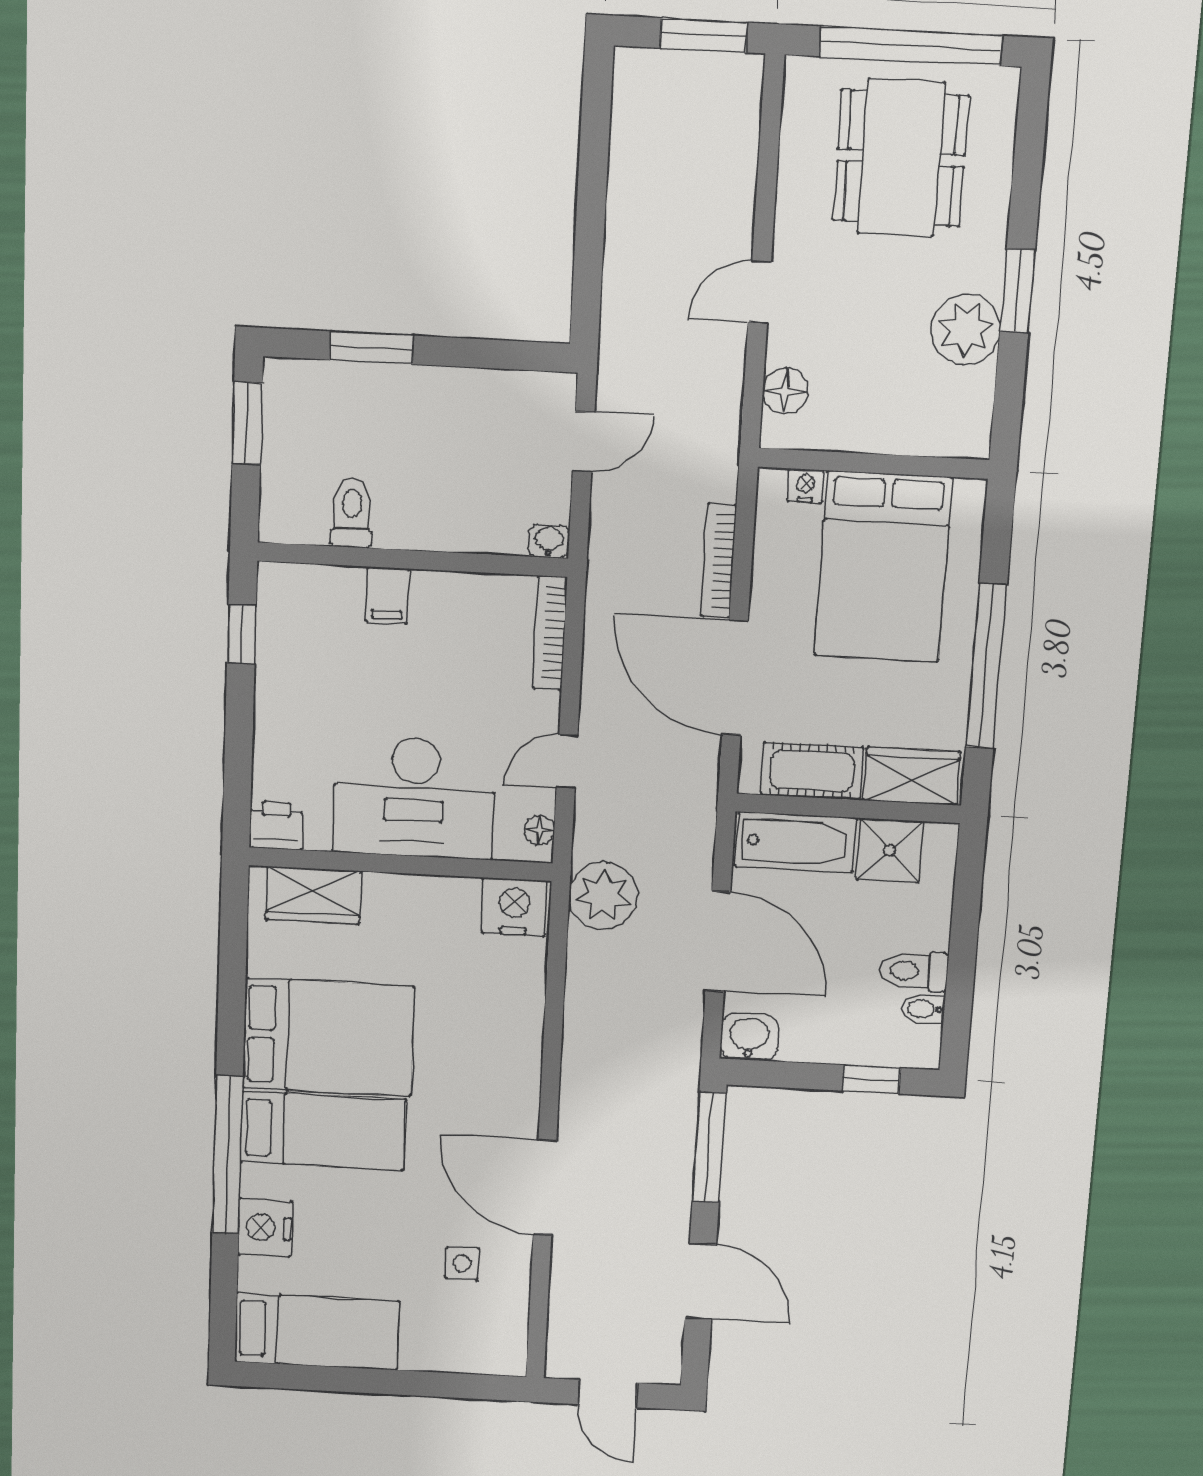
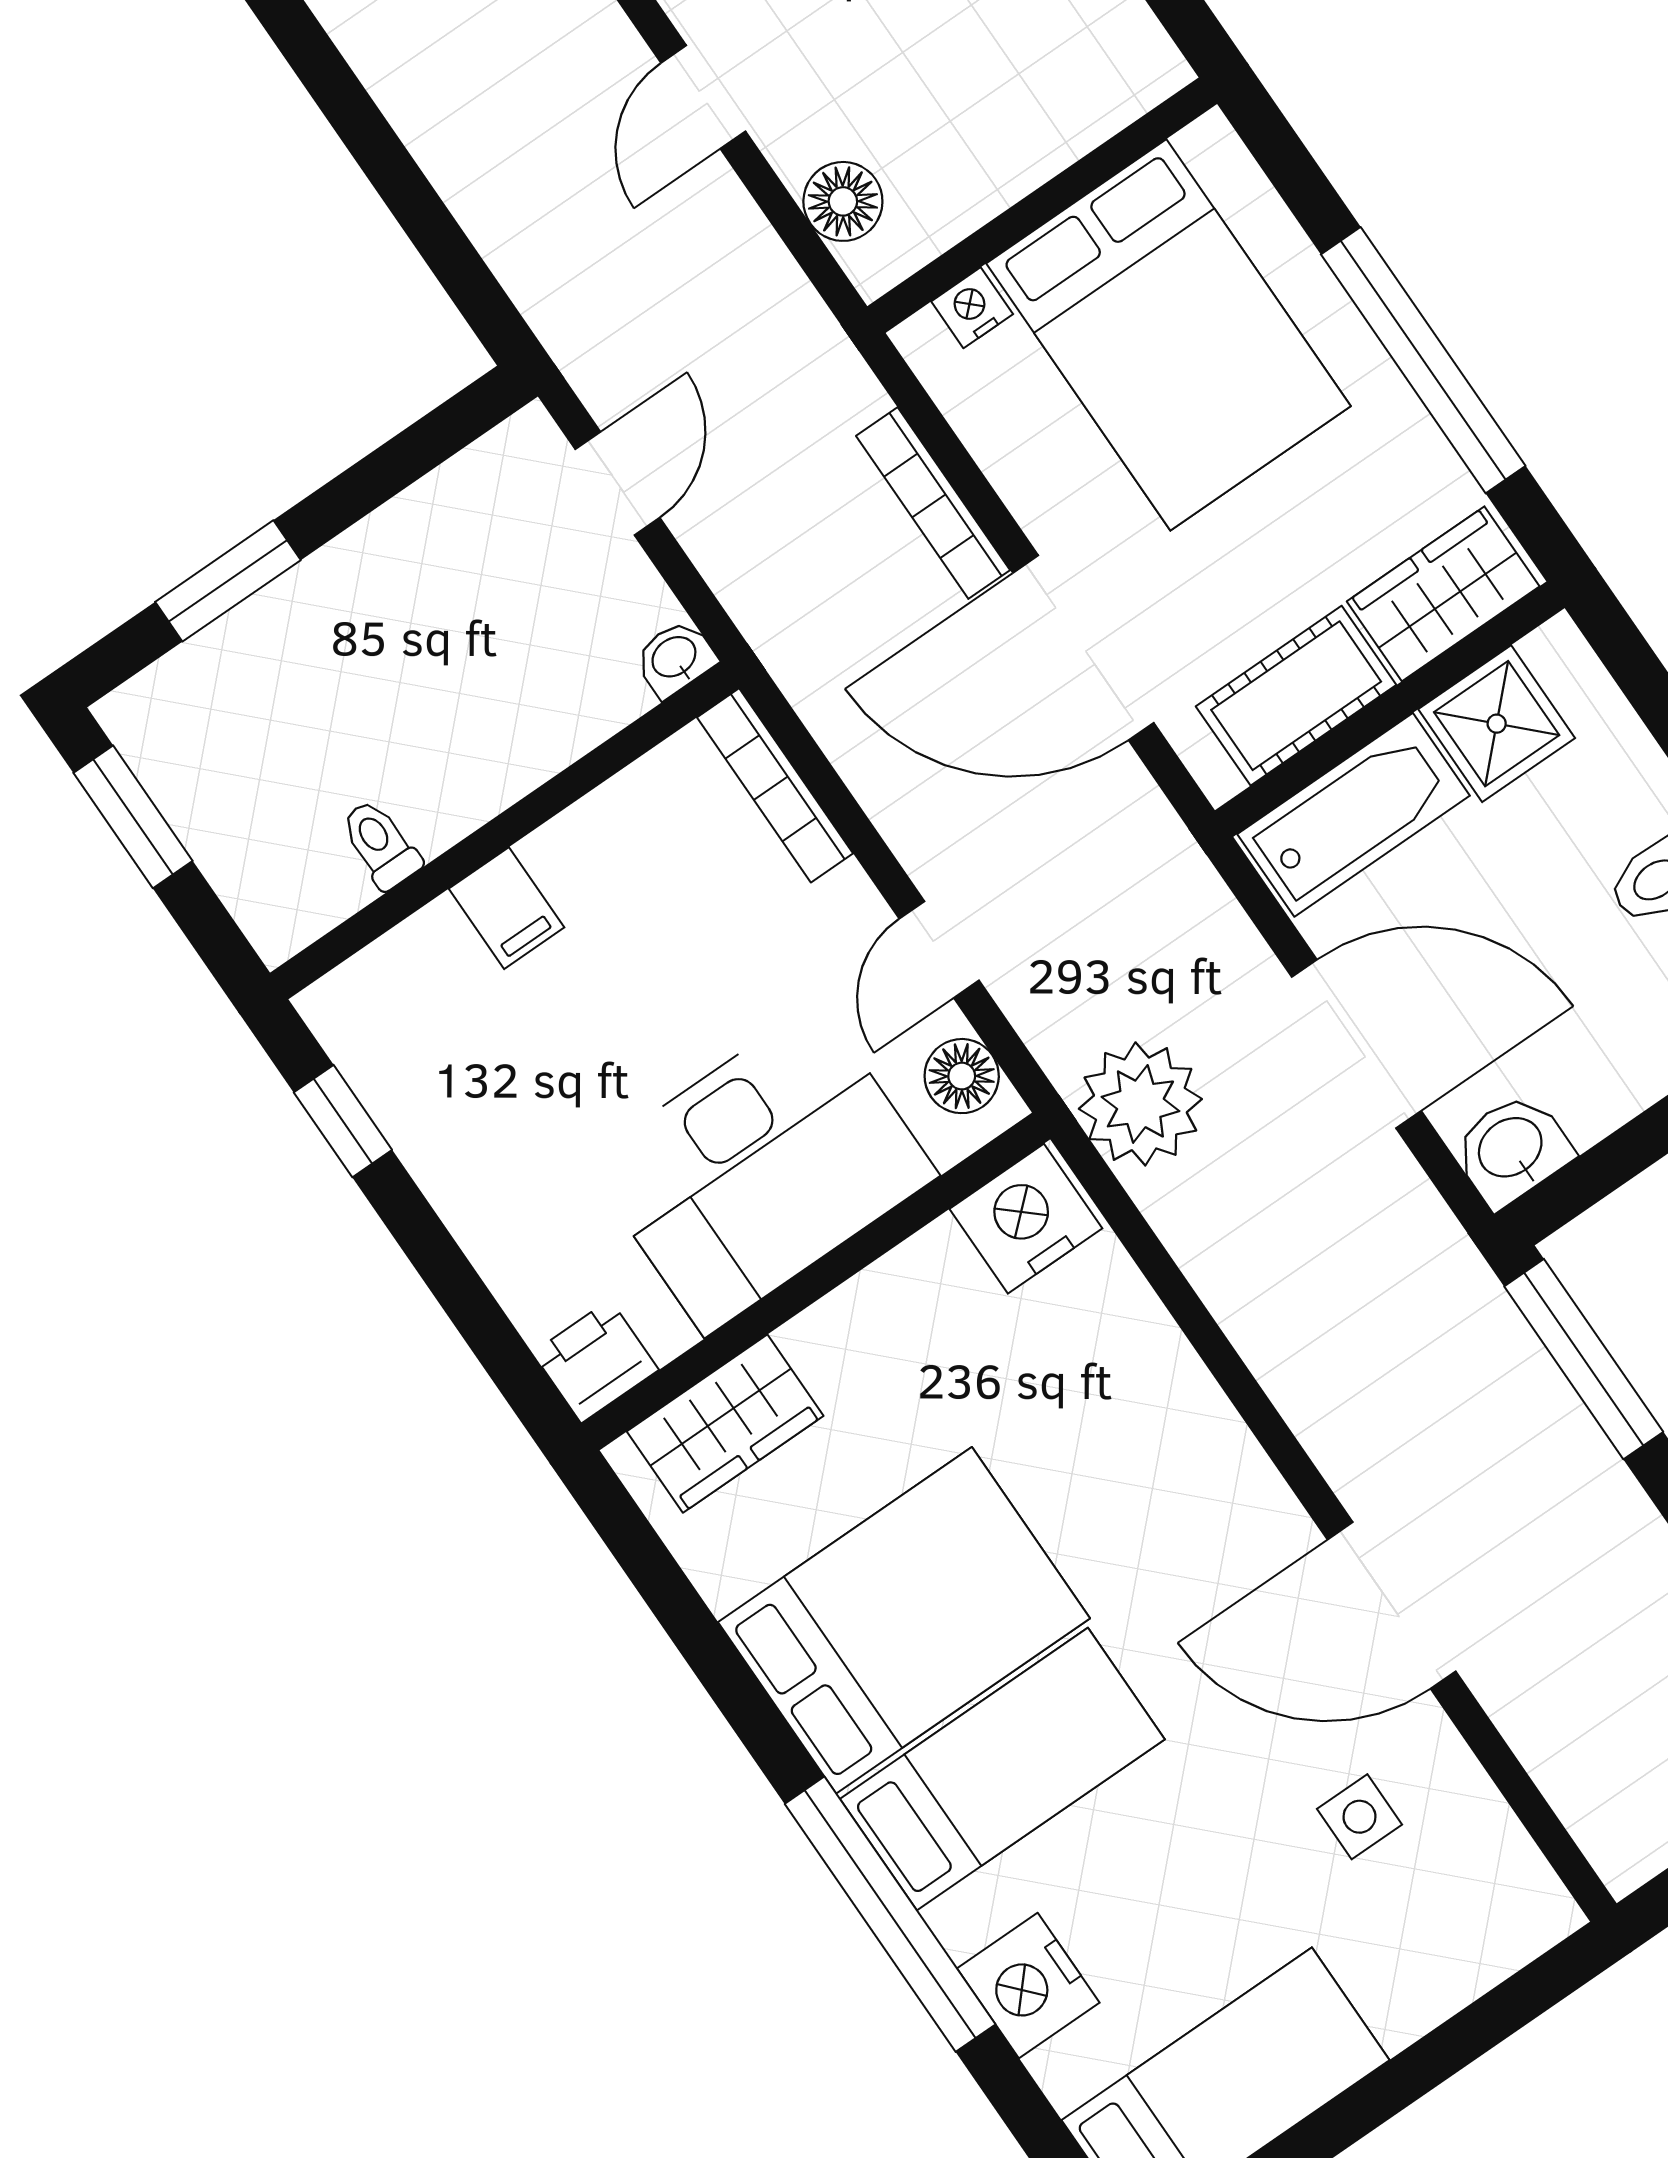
toilet: (352, 513) -> (380, 844), width x0.73, depth x0.72
floor lamp: (539, 830) -> (962, 1076), width x1.37, depth x1.37

